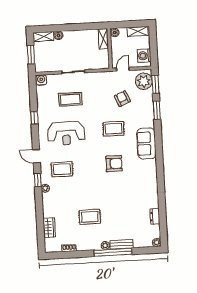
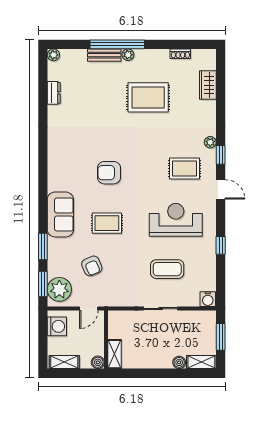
sofa: (146, 144) -> (60, 214), moved
rug: (90, 217) -> (148, 97), width x1.36, depth x1.43

